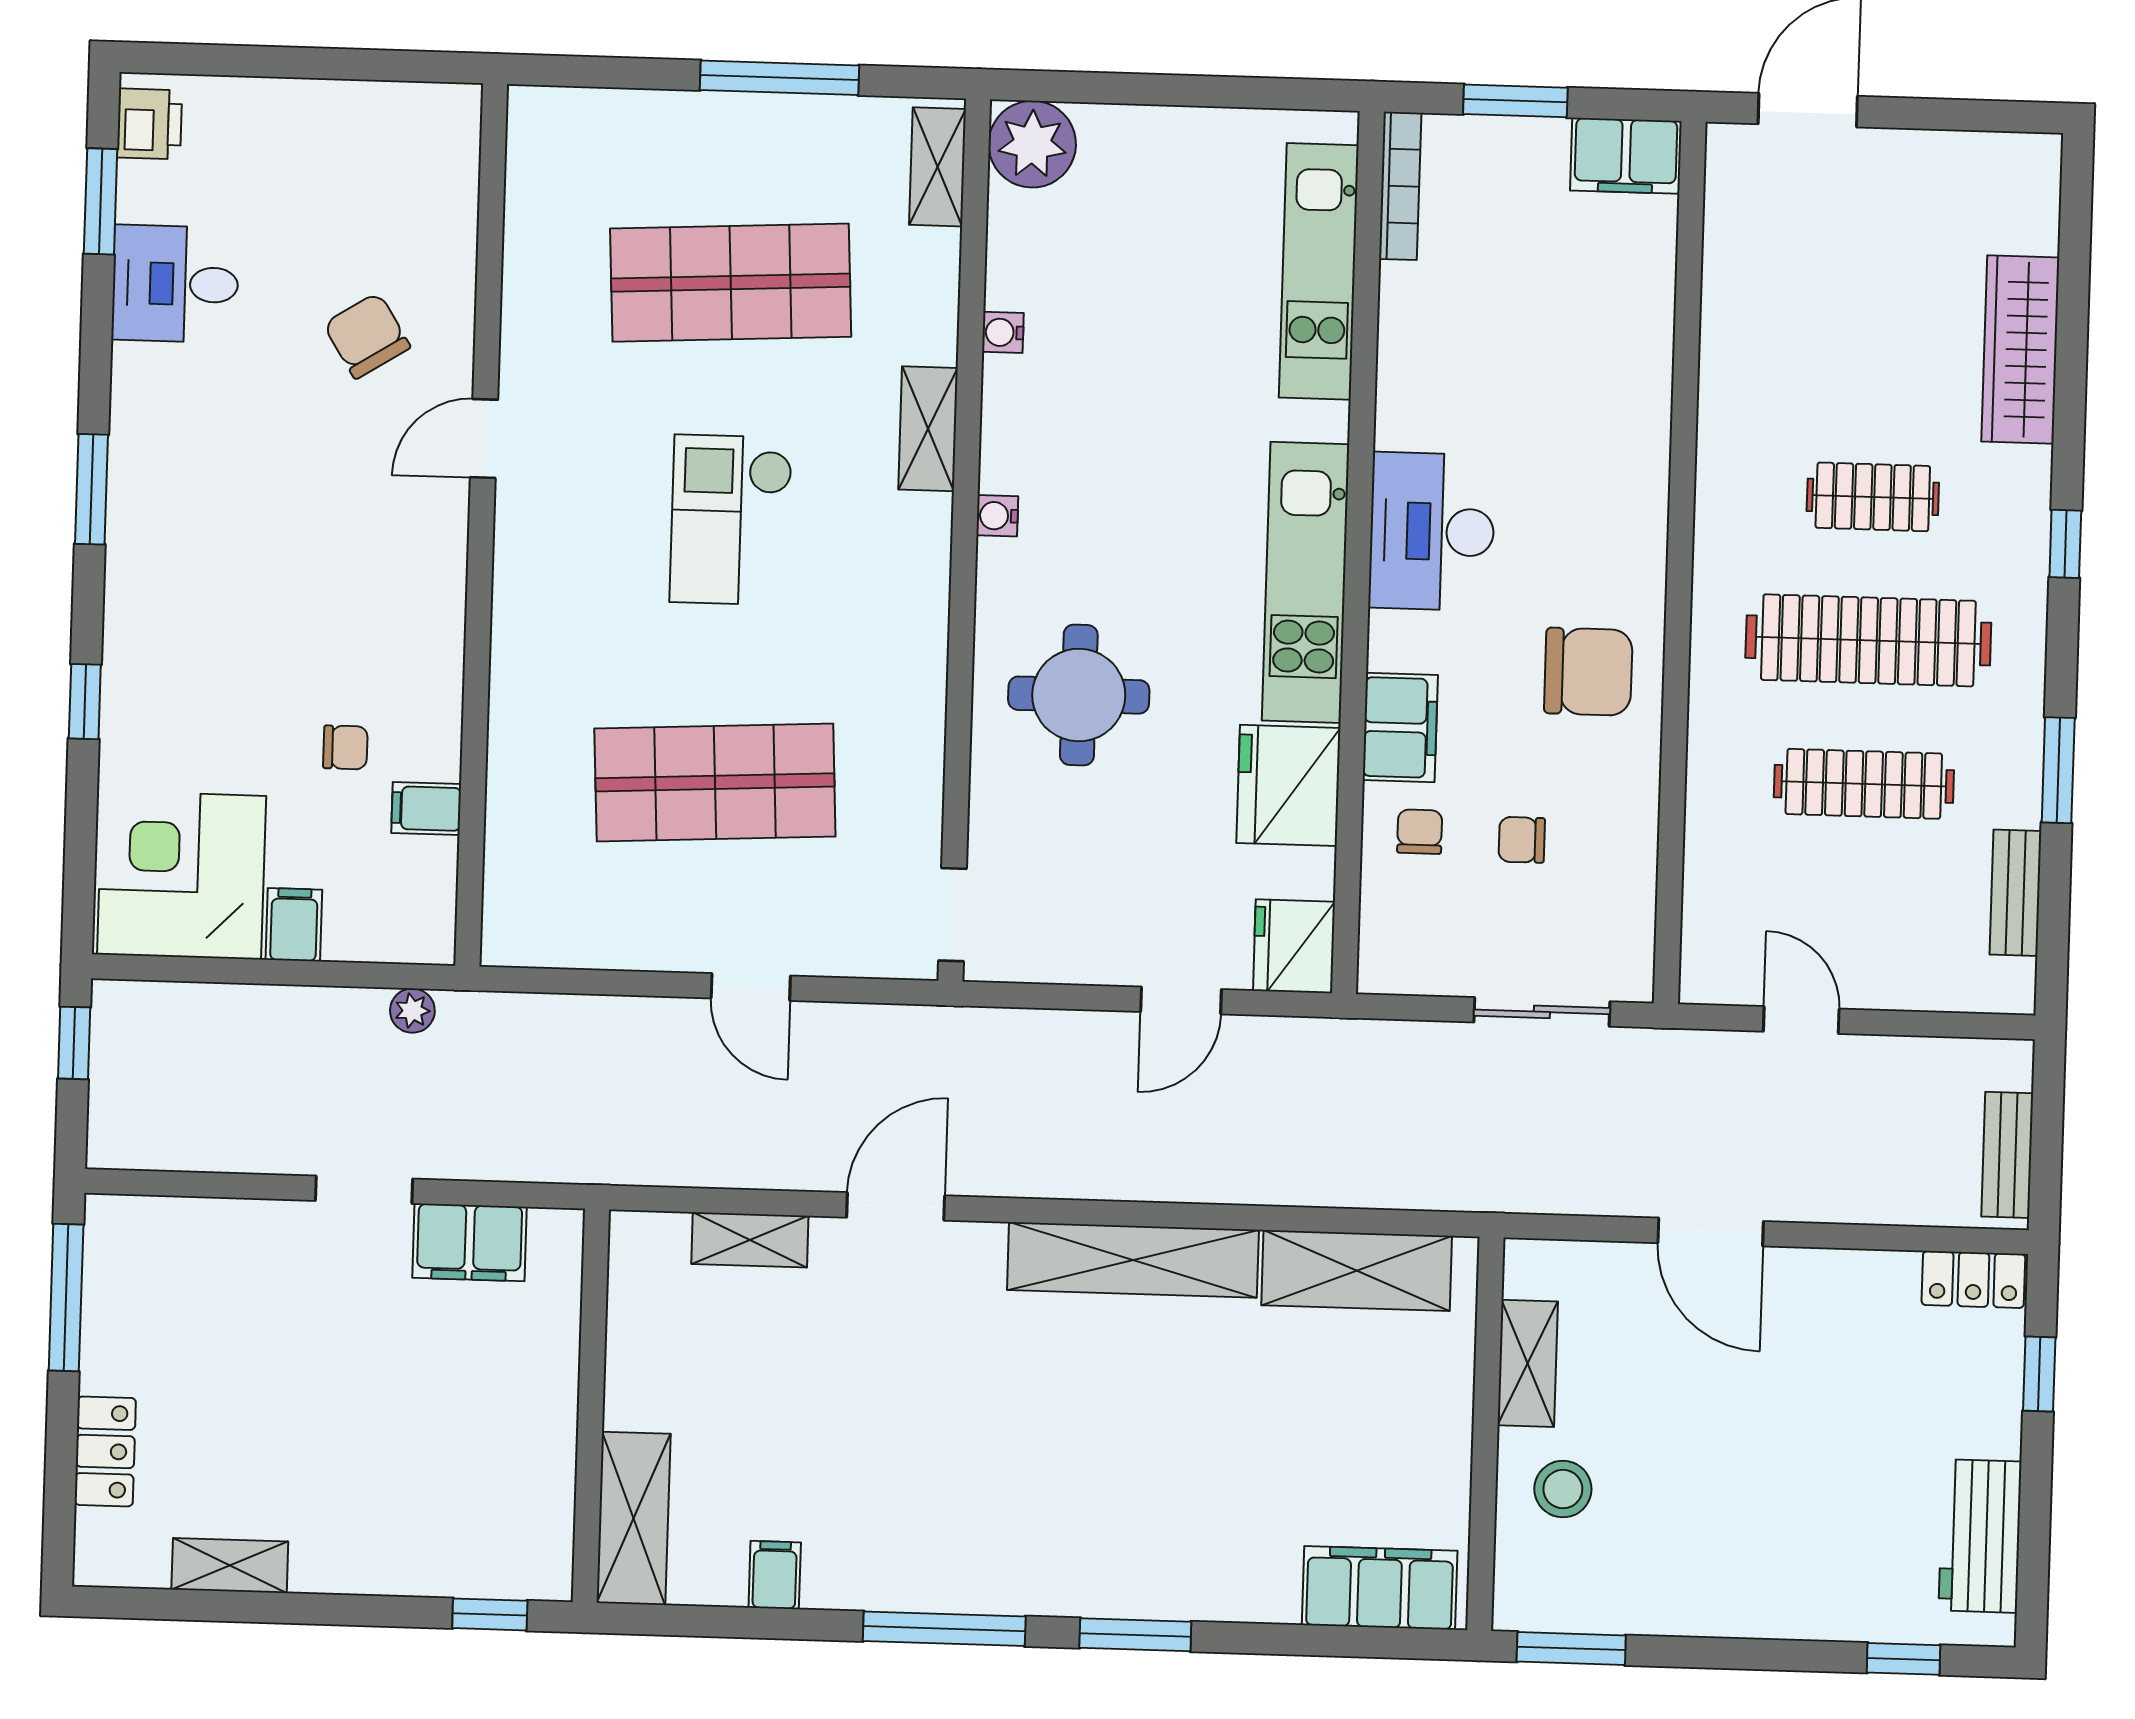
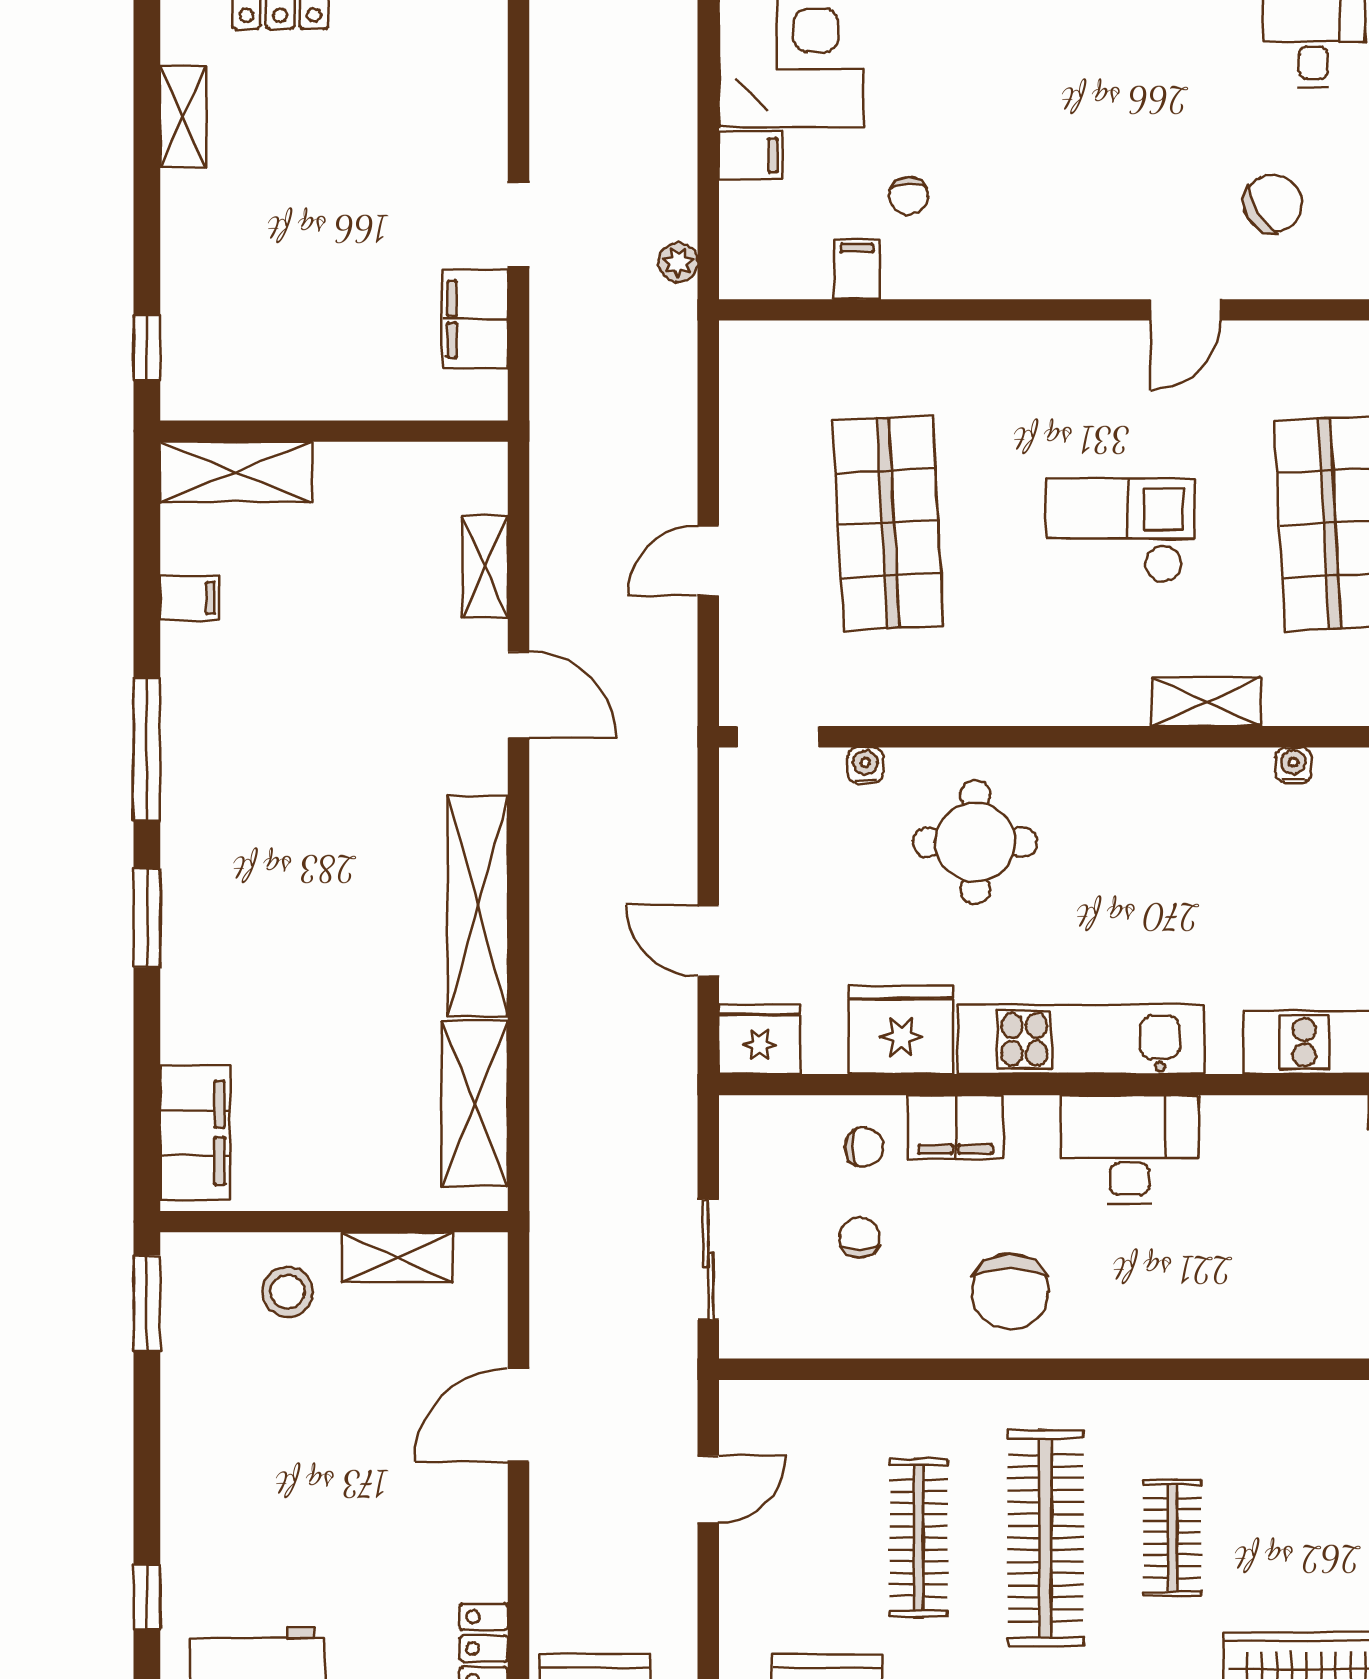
door: (484, 439) -> (1185, 310), swing flipped
water cooler: (997, 516) -> (865, 765), moved

